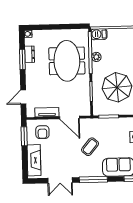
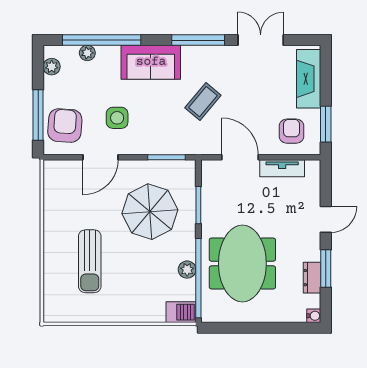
door: (23, 97) -> (326, 219), moved

